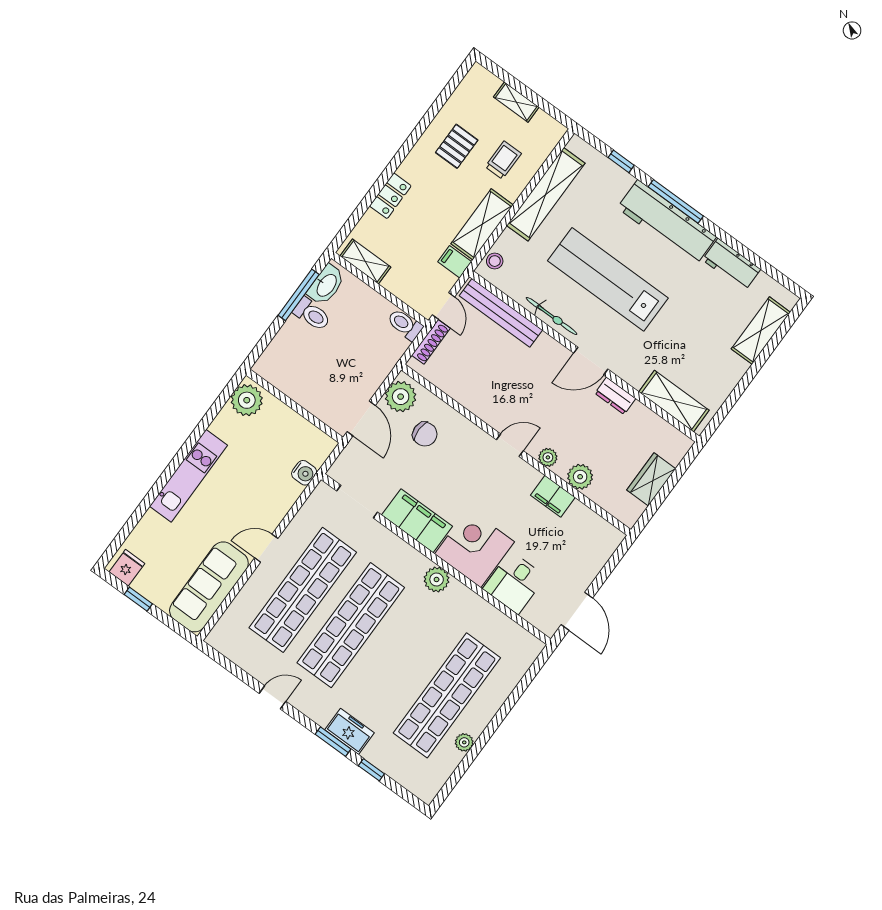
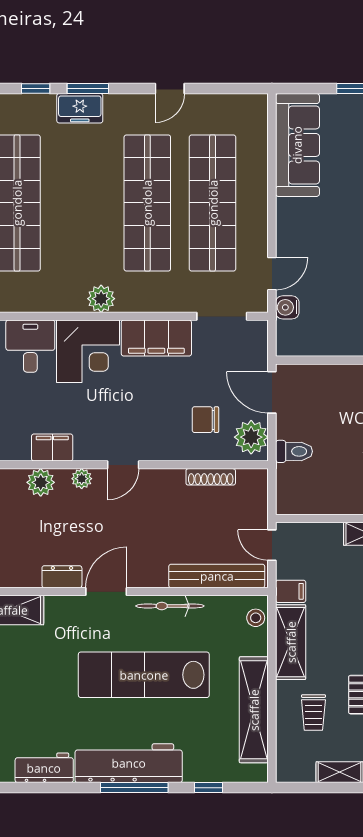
lab bench: (608, 279) -> (144, 675), turned 180
toilet: (405, 325) -> (294, 451), moved
shoe rack: (431, 342) -> (211, 477), moved, turned -90
door: (266, 548) -> (272, 274), moved

